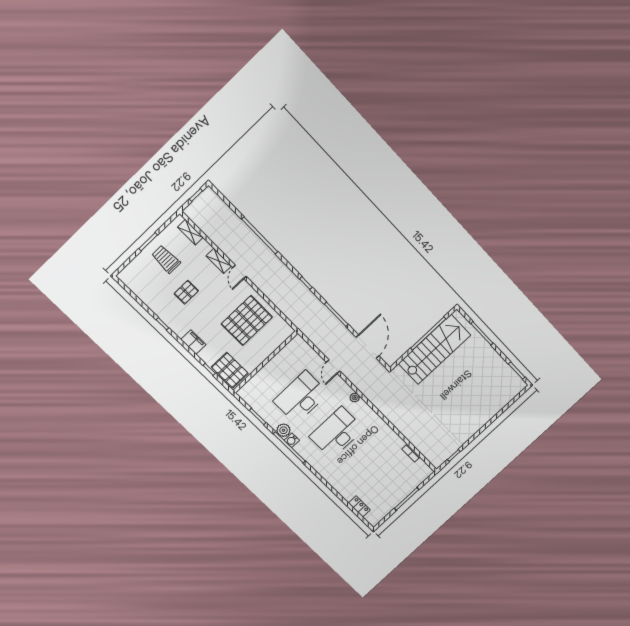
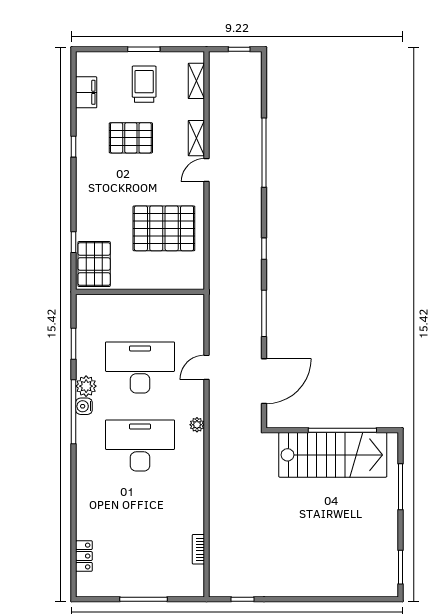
pallet: (186, 292) -> (131, 138), width x1.50, depth x1.42
filing cabinet: (193, 342) -> (86, 92), moved

